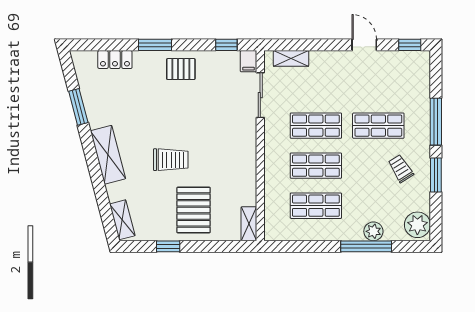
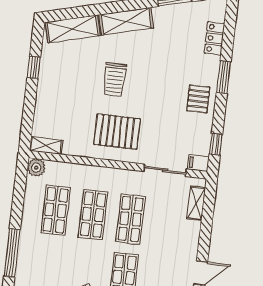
pallet: (194, 210) -> (117, 132), moved
shelving: (122, 220) -> (73, 29), width x1.50, depth x1.33
plant: (373, 231) -> (36, 168), moved

